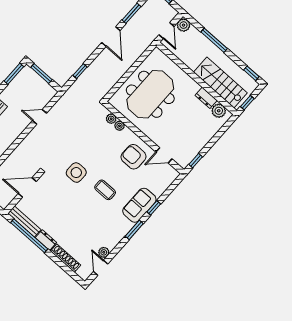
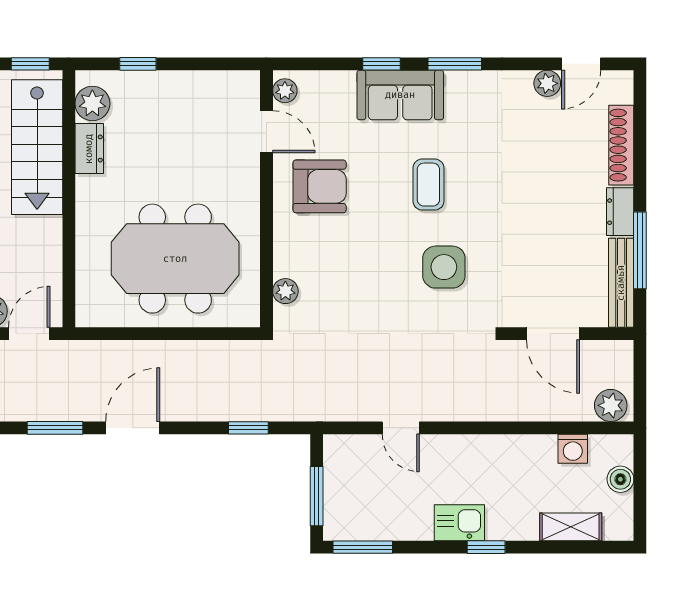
plant: (119, 126) -> (285, 91), moved
armchair: (133, 157) -> (320, 186), turned -90
window: (196, 161) -> (138, 64), moved
window: (29, 236) -> (640, 250), width x0.68

